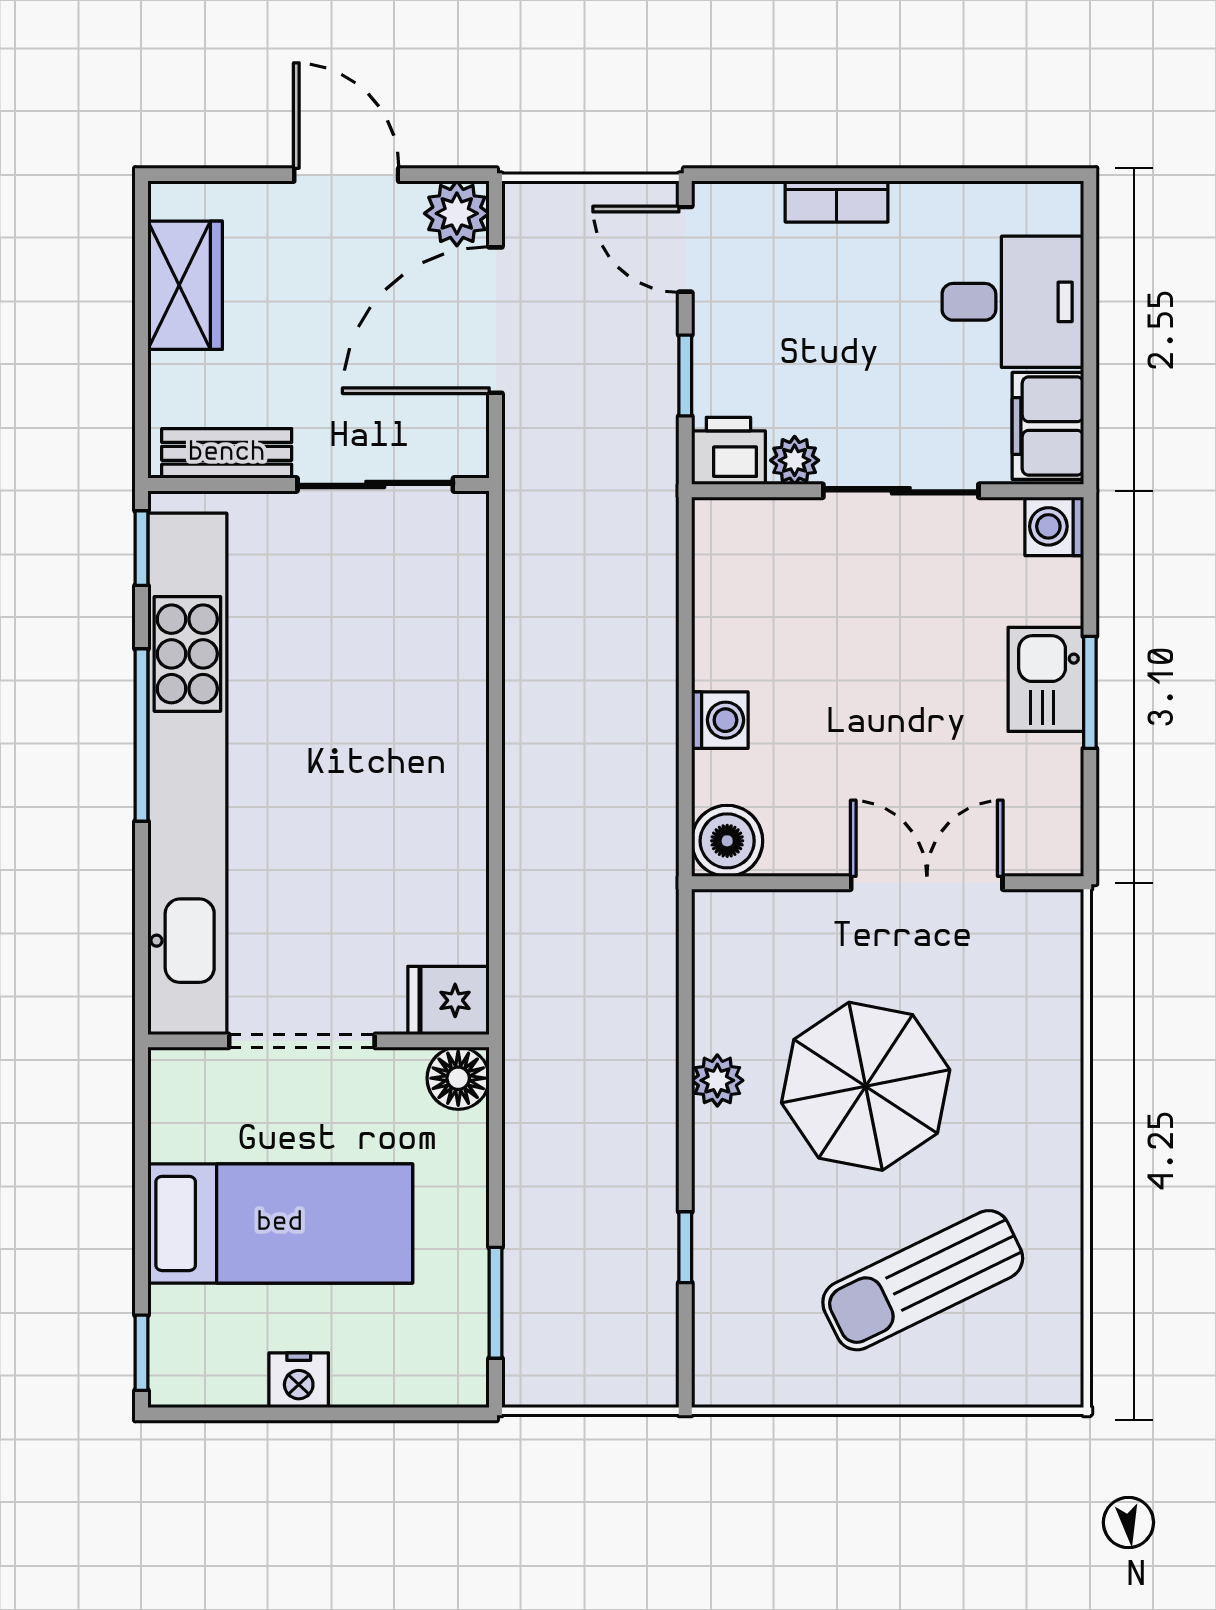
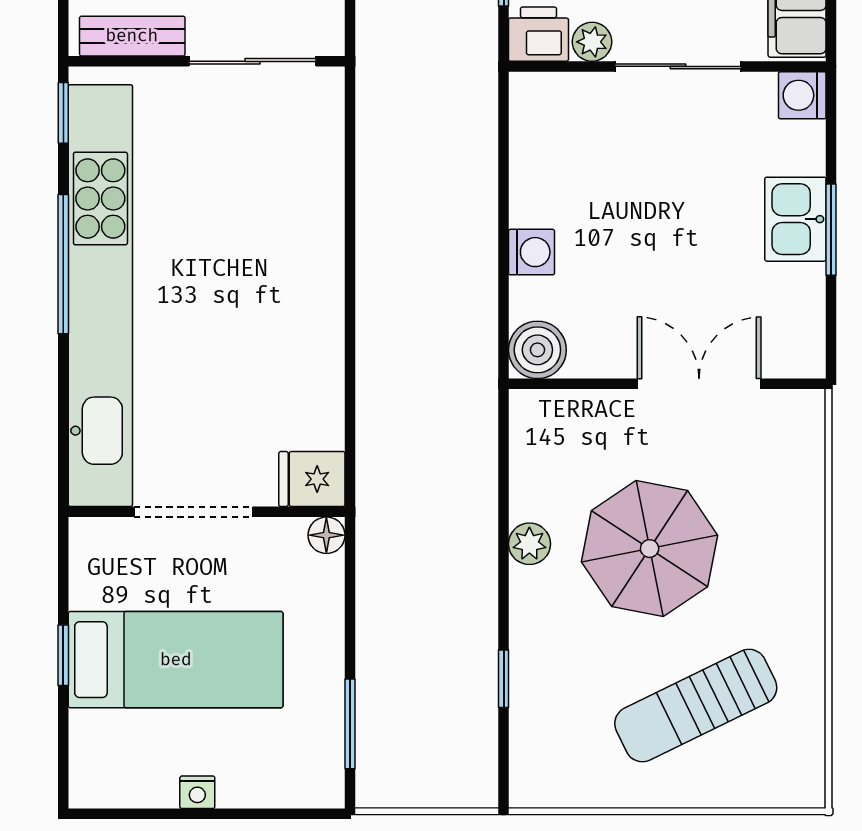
floor lamp: (458, 1078) -> (326, 535), width x0.73, depth x0.73
window: (141, 1353) -> (63, 655), moved
nightstand: (299, 1380) -> (197, 792), width x0.72, depth x0.74

